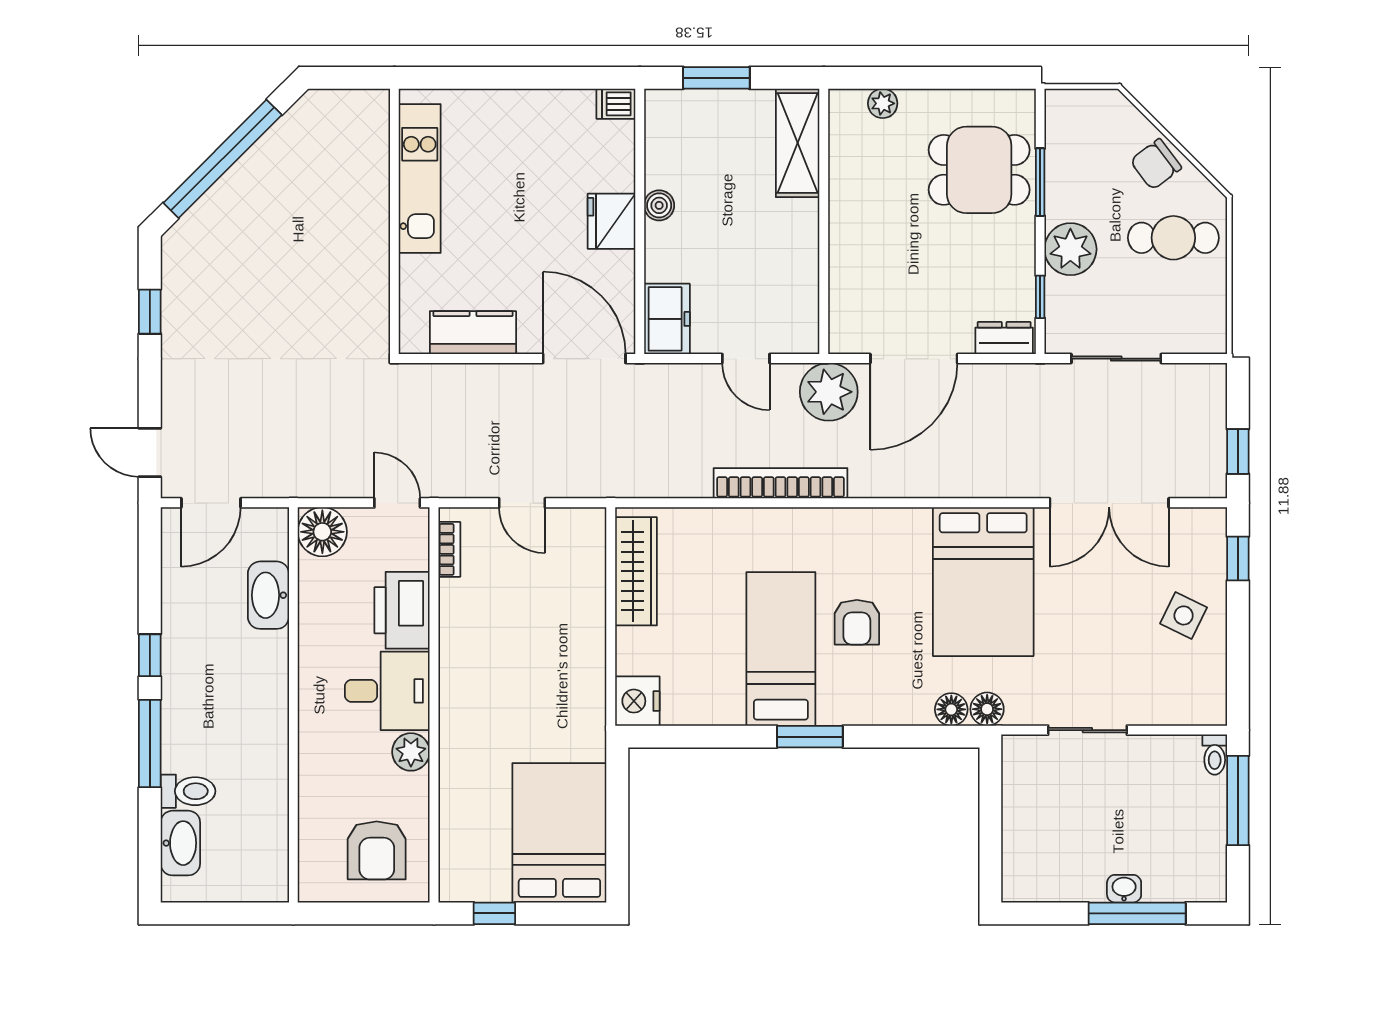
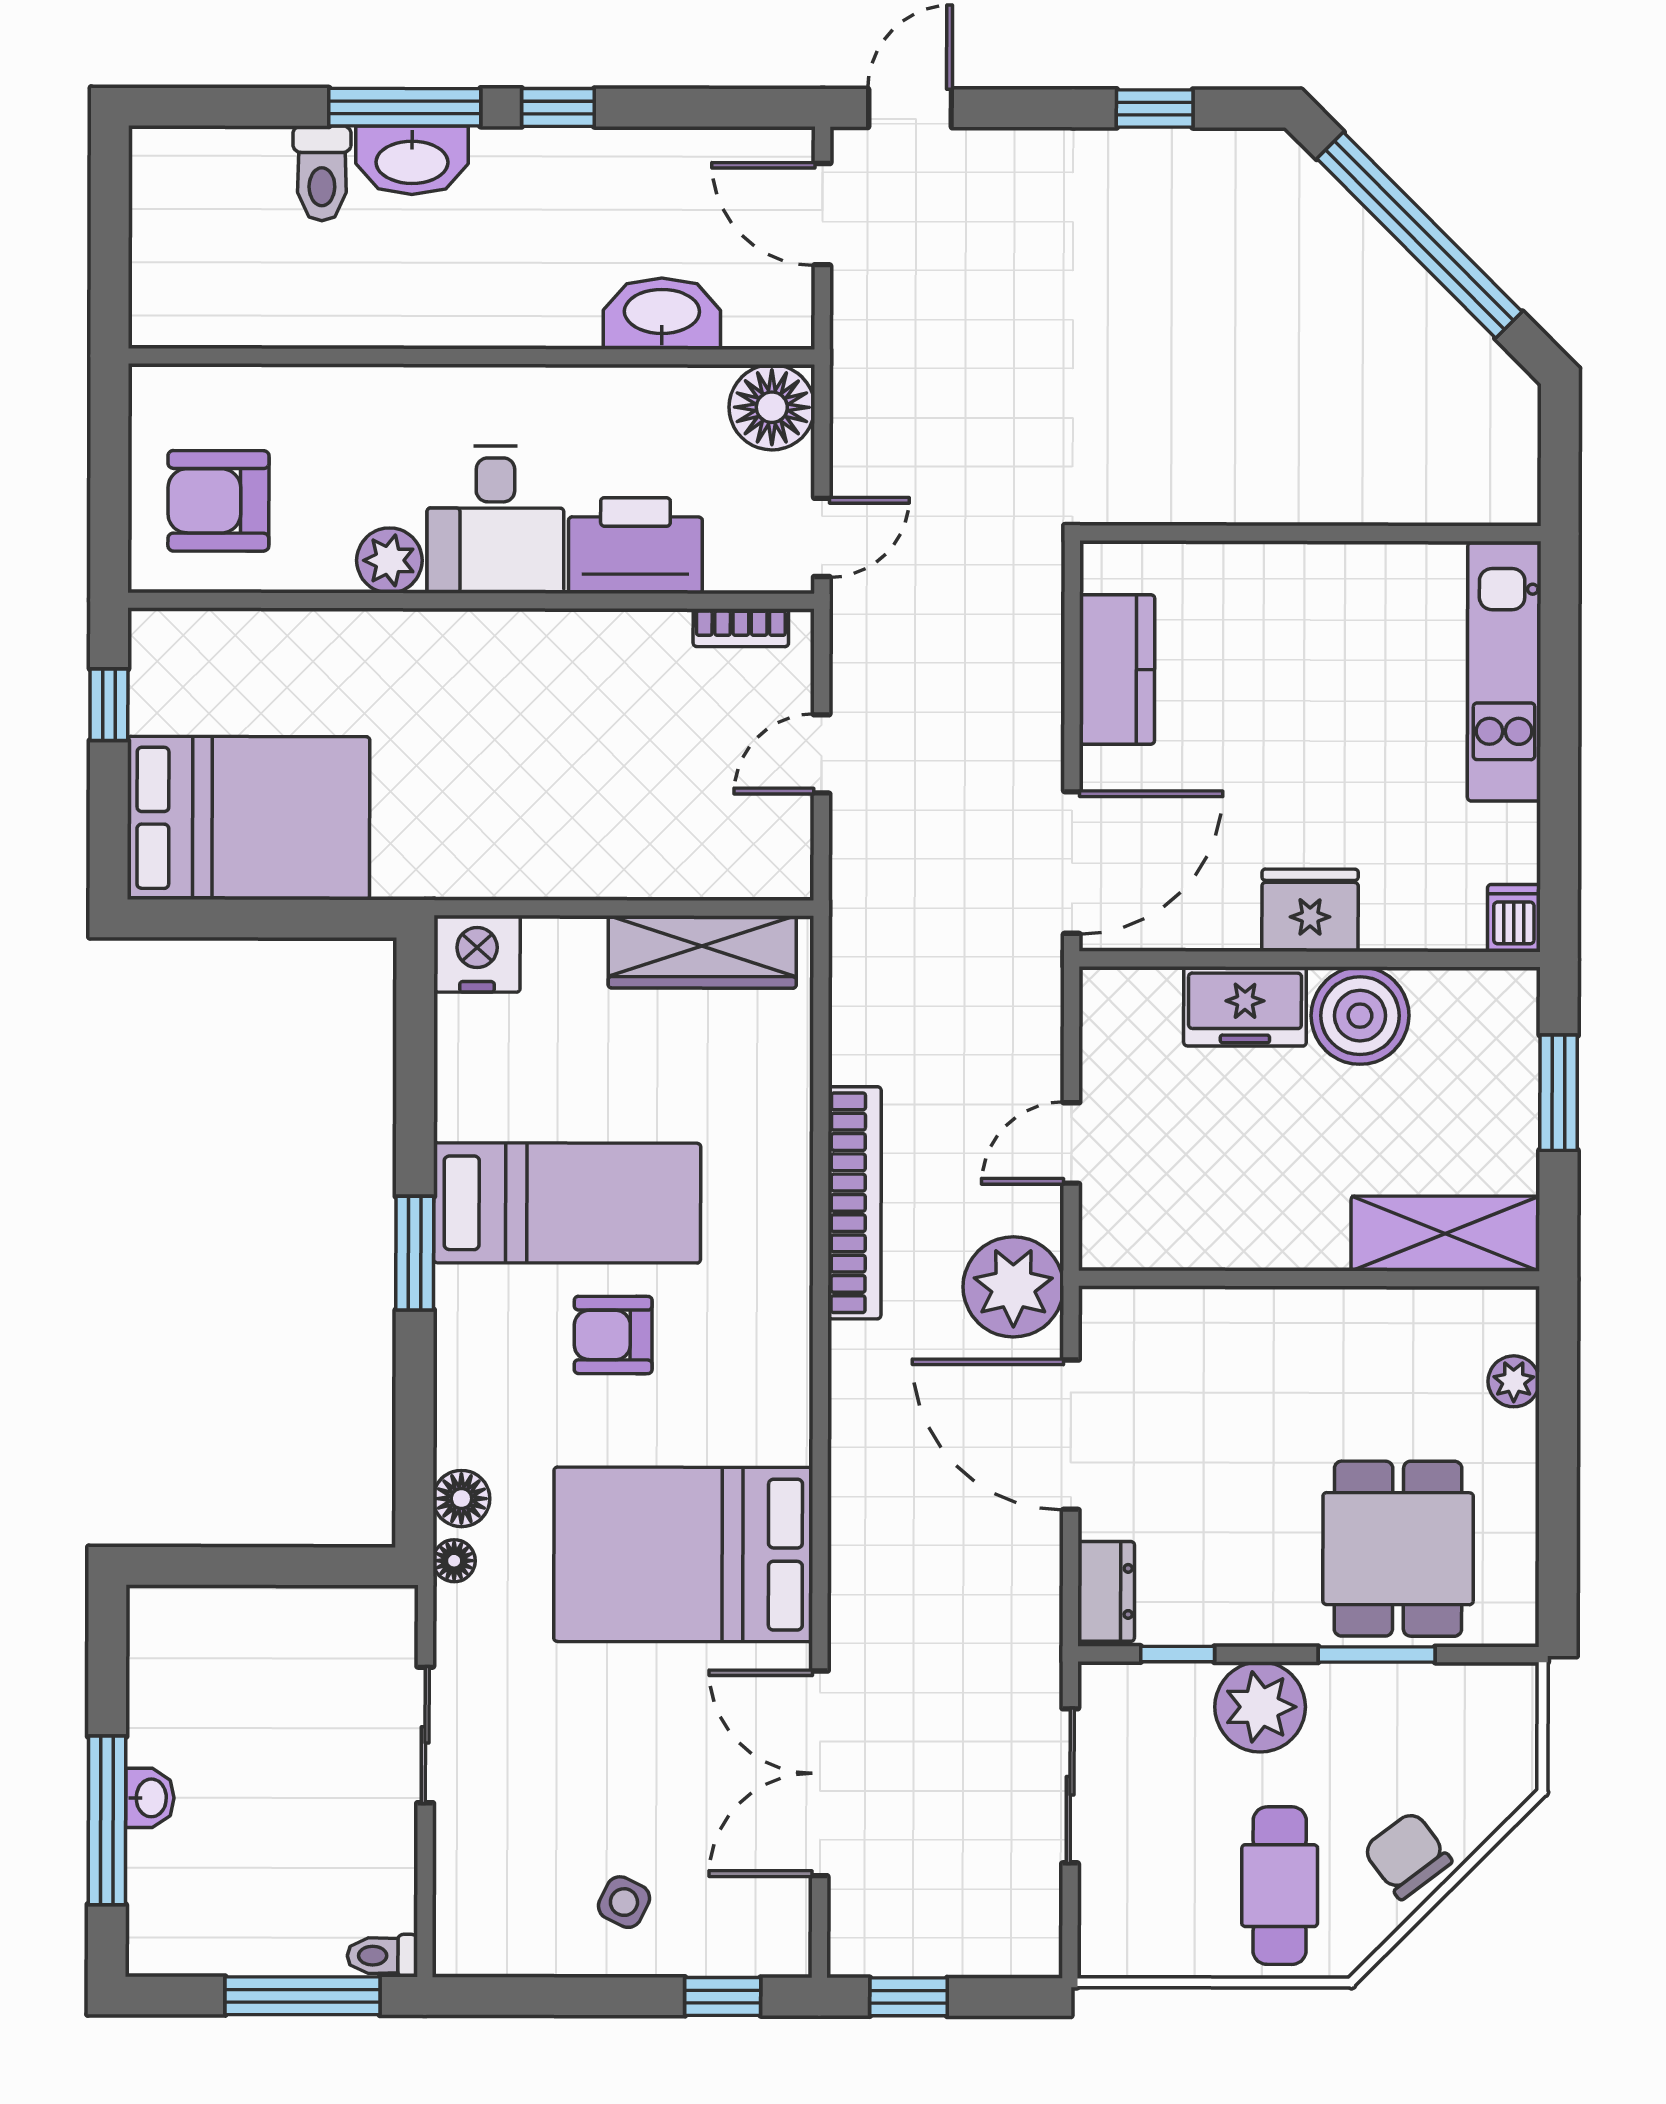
kitchen unit: (420, 178) -> (1504, 672), moved, turned 90
boiler: (659, 205) -> (1360, 1016), width x1.86, depth x1.86
freezer: (667, 319) -> (1245, 1006), moved
side table: (1184, 615) -> (624, 1902), width x0.73, depth x0.73
floor lamp: (987, 709) -> (454, 1561), width x0.73, depth x0.73
washbasin: (180, 843) -> (412, 160), moved

